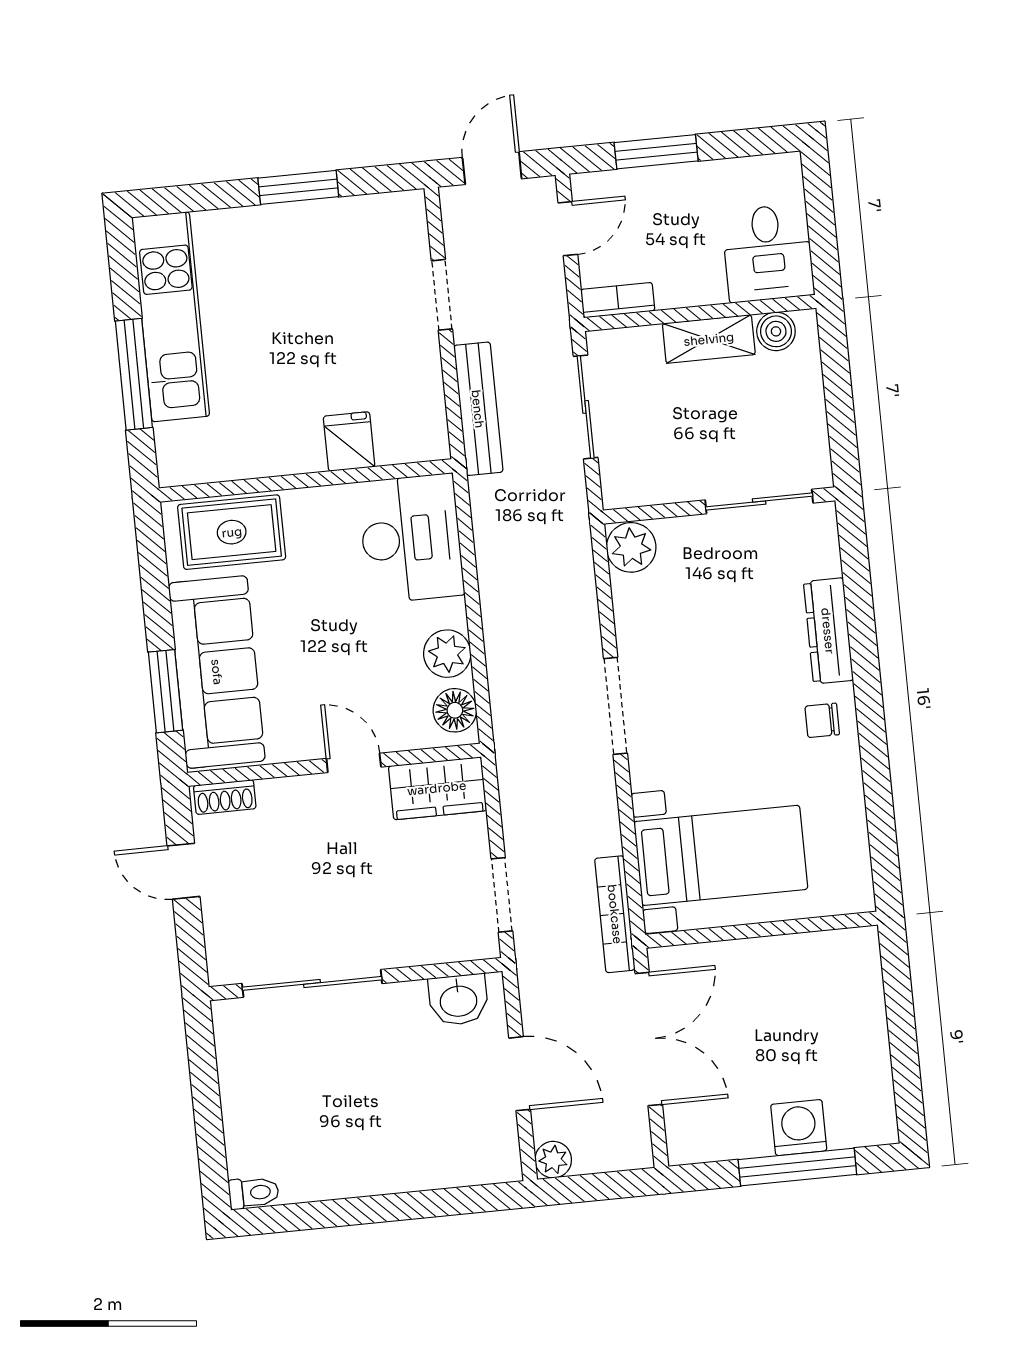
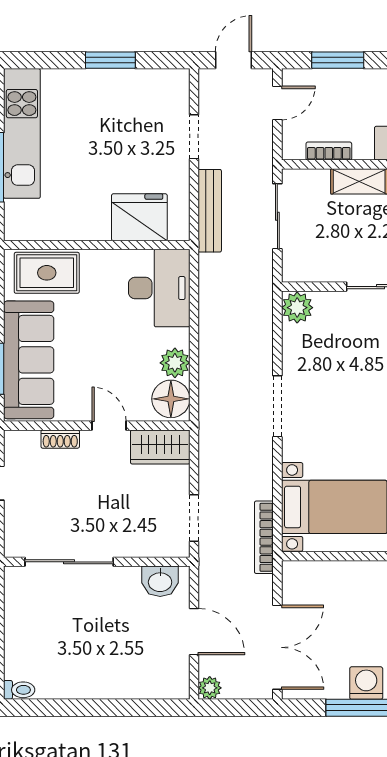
bookcase: (618, 300) -> (329, 151), moved
fridge: (349, 442) -> (139, 217), width x1.88, depth x1.34
floor lamp: (455, 710) -> (171, 399), width x1.38, depth x1.38
shoe rack: (225, 797) -> (60, 439), moved
double door: (649, 1039) -> (277, 647), moved

